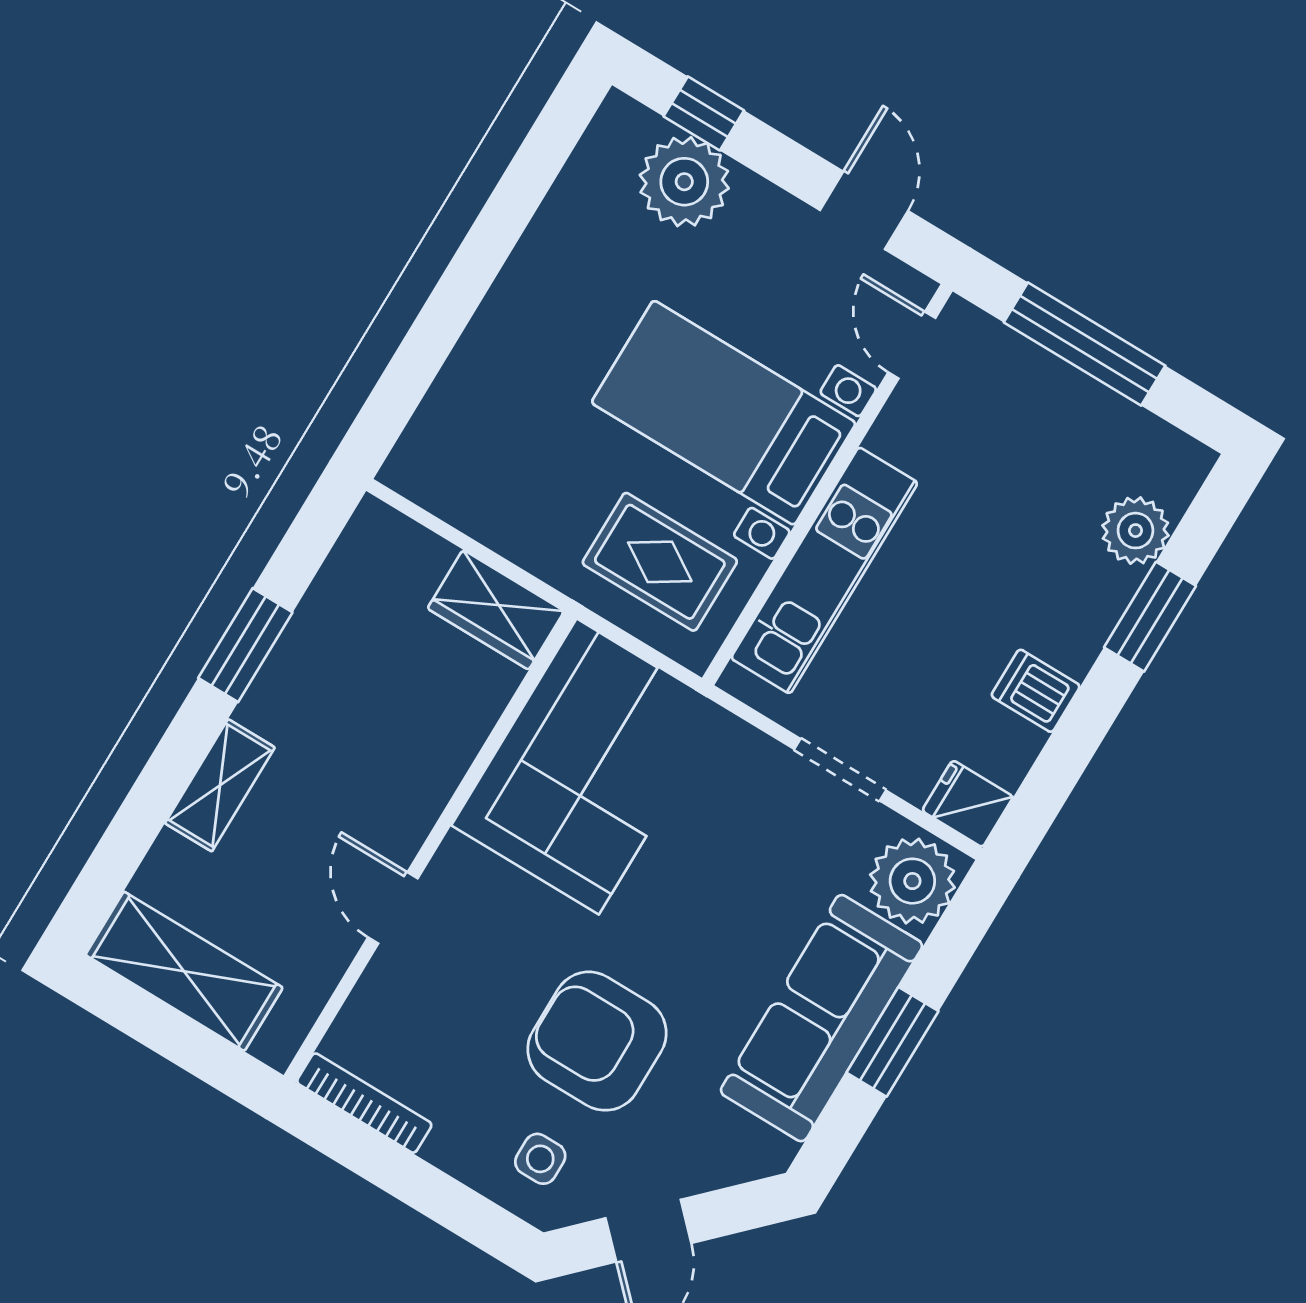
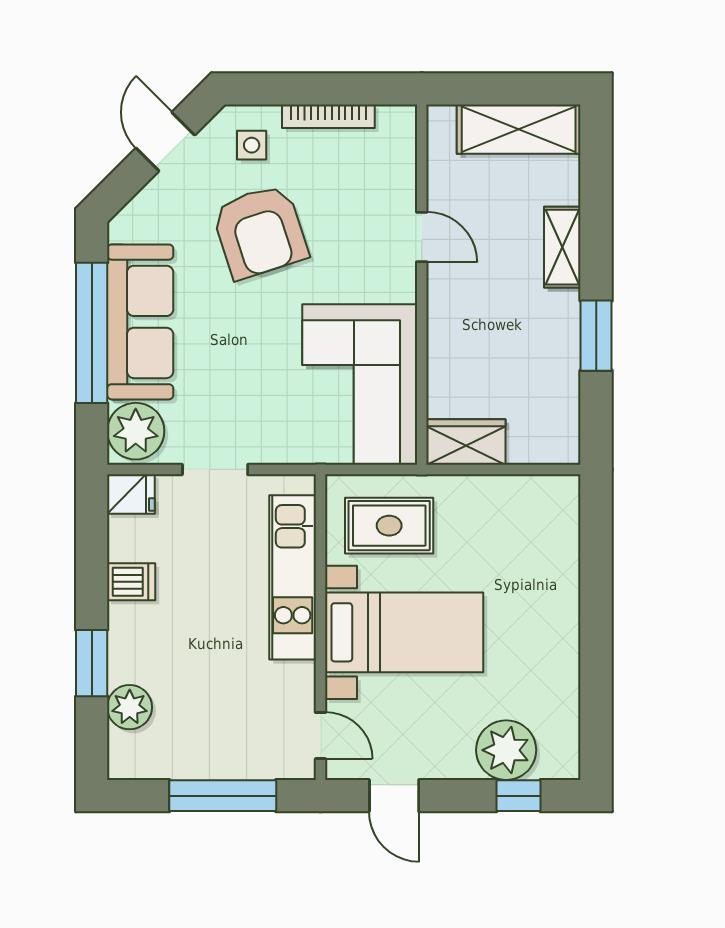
armchair: (597, 1041) -> (260, 232), turned 72
window: (893, 1042) -> (92, 333), width x2.11
bookcase: (364, 1103) -> (328, 116), moved

